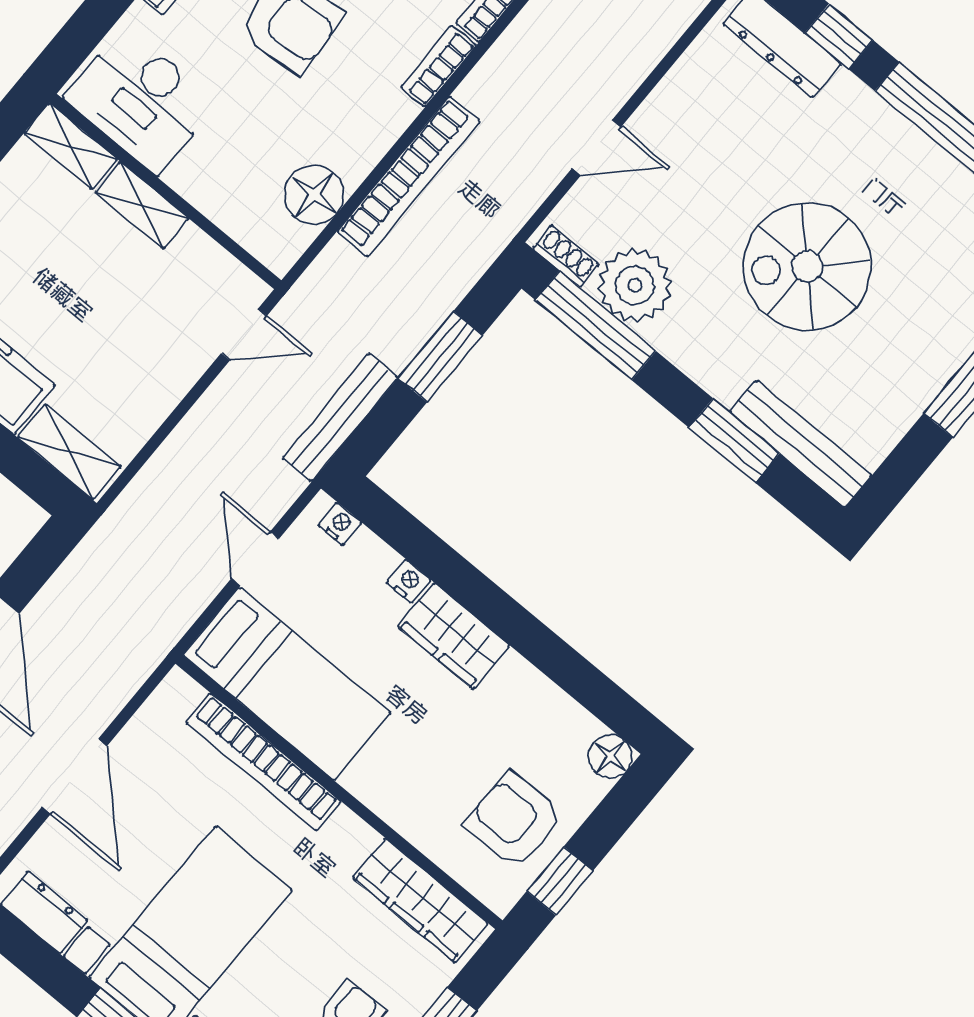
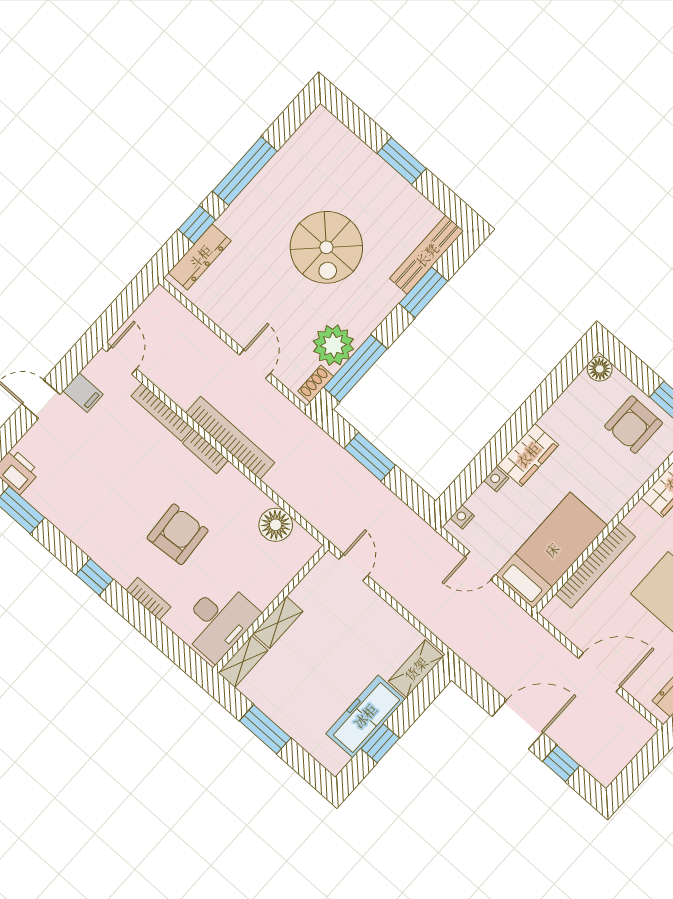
bookcase: (409, 176) -> (230, 438), moved
bench: (340, 418) -> (402, 515), removed

